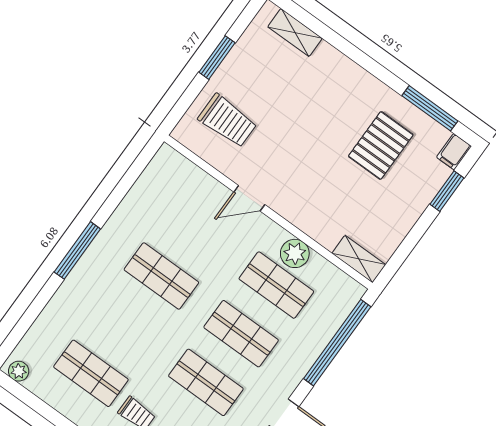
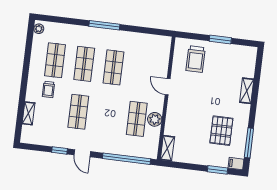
shelving: (295, 32) -> (247, 91), moved
pallet: (381, 145) -> (221, 131), turned 90
shop shelf: (241, 334) -> (84, 64), moved

